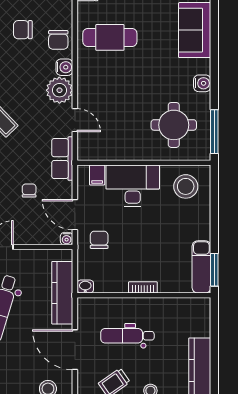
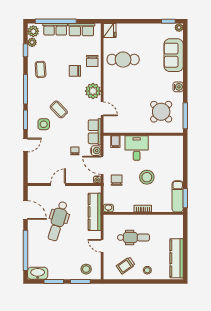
chair: (23, 30) -> (75, 71), moved
water cooler: (64, 67) -> (96, 151), moved
round table: (174, 125) -> (161, 112), turned 45
desk: (133, 186) -> (137, 148), width x0.73
stool: (186, 186) -> (147, 177), moved
dental chair: (127, 336) -> (134, 237), turned 180
door: (75, 350) -> (102, 246), width x0.53

